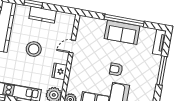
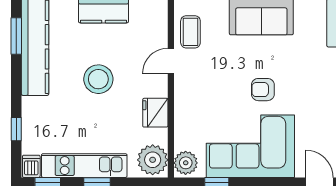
coffee table: (85, 34) -> (190, 32), added

